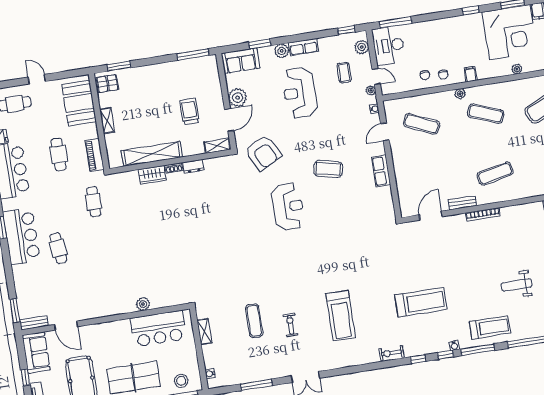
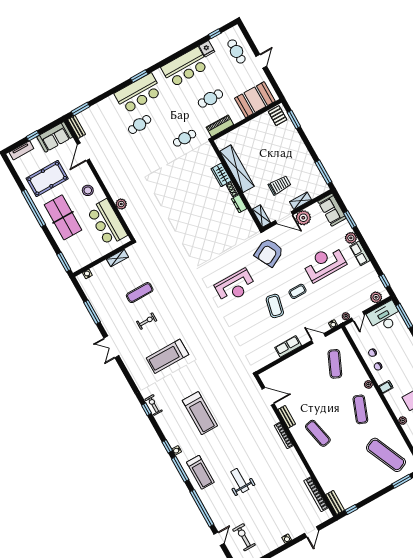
coffee table: (344, 73) -> (298, 291), moved
shelving: (107, 121) -> (301, 201), moved
window: (418, 359) -> (146, 409), moved
stool: (181, 381) -> (88, 190), moved

